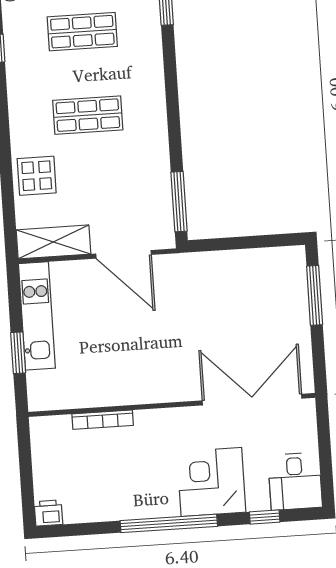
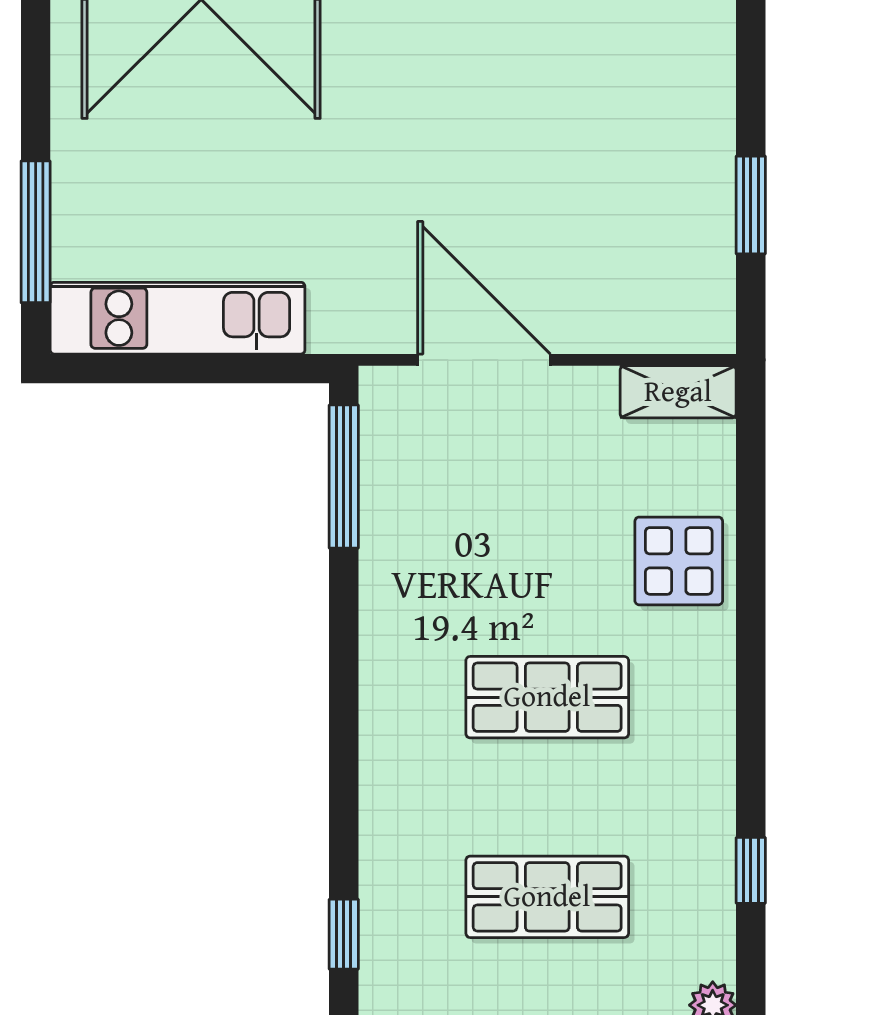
shelving: (53, 242) -> (678, 392), width x0.67, depth x0.75
kitchen unit: (37, 316) -> (178, 318), moved, turned 90
window: (18, 353) -> (751, 205), moved

